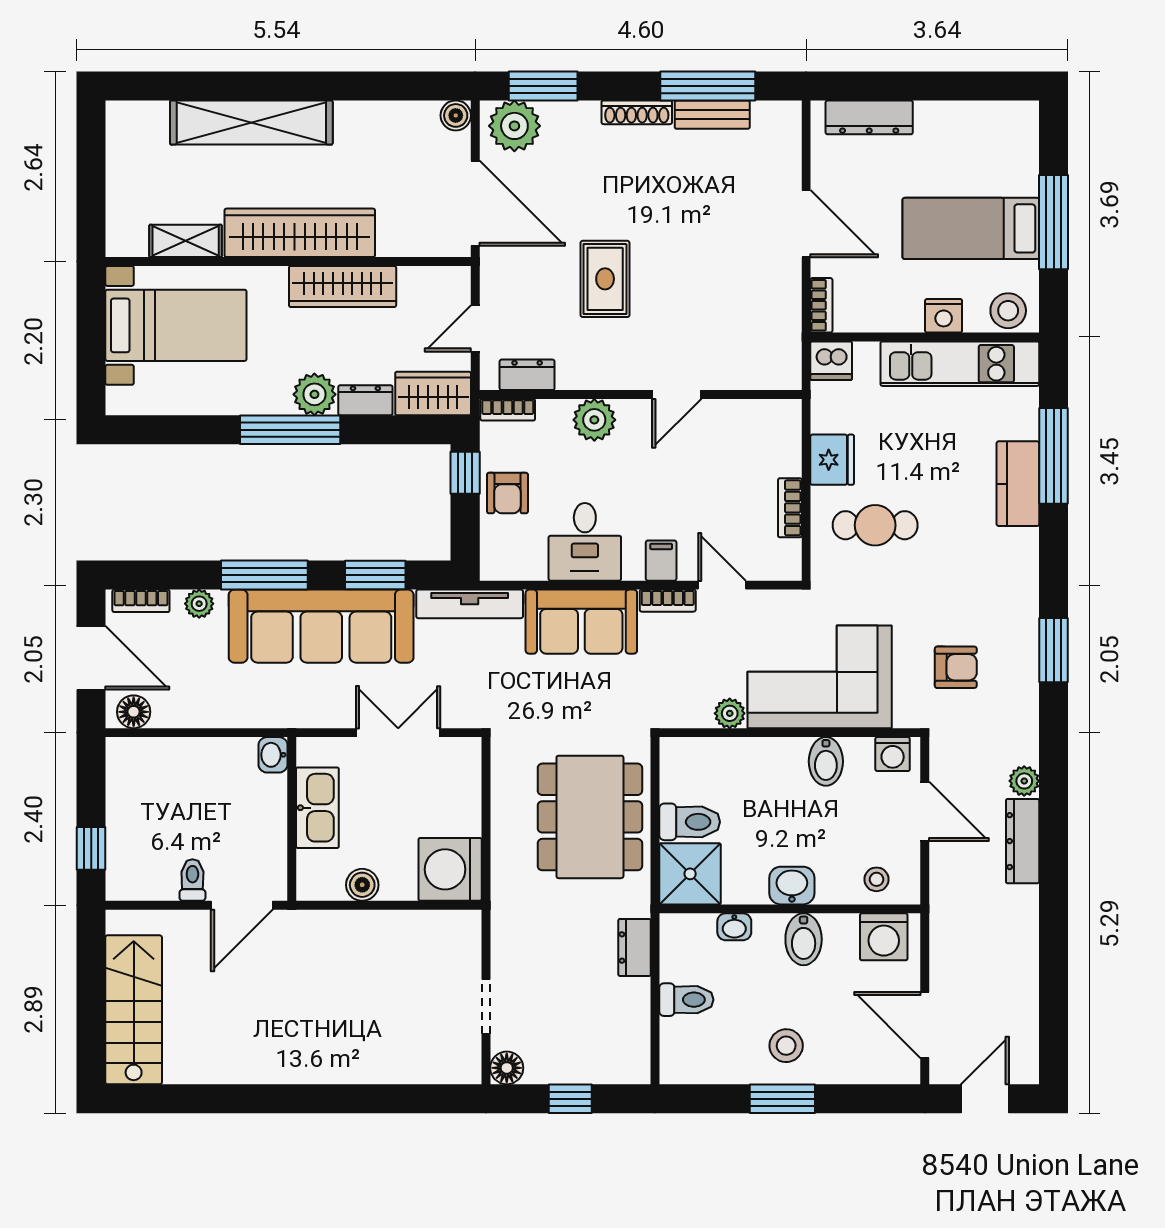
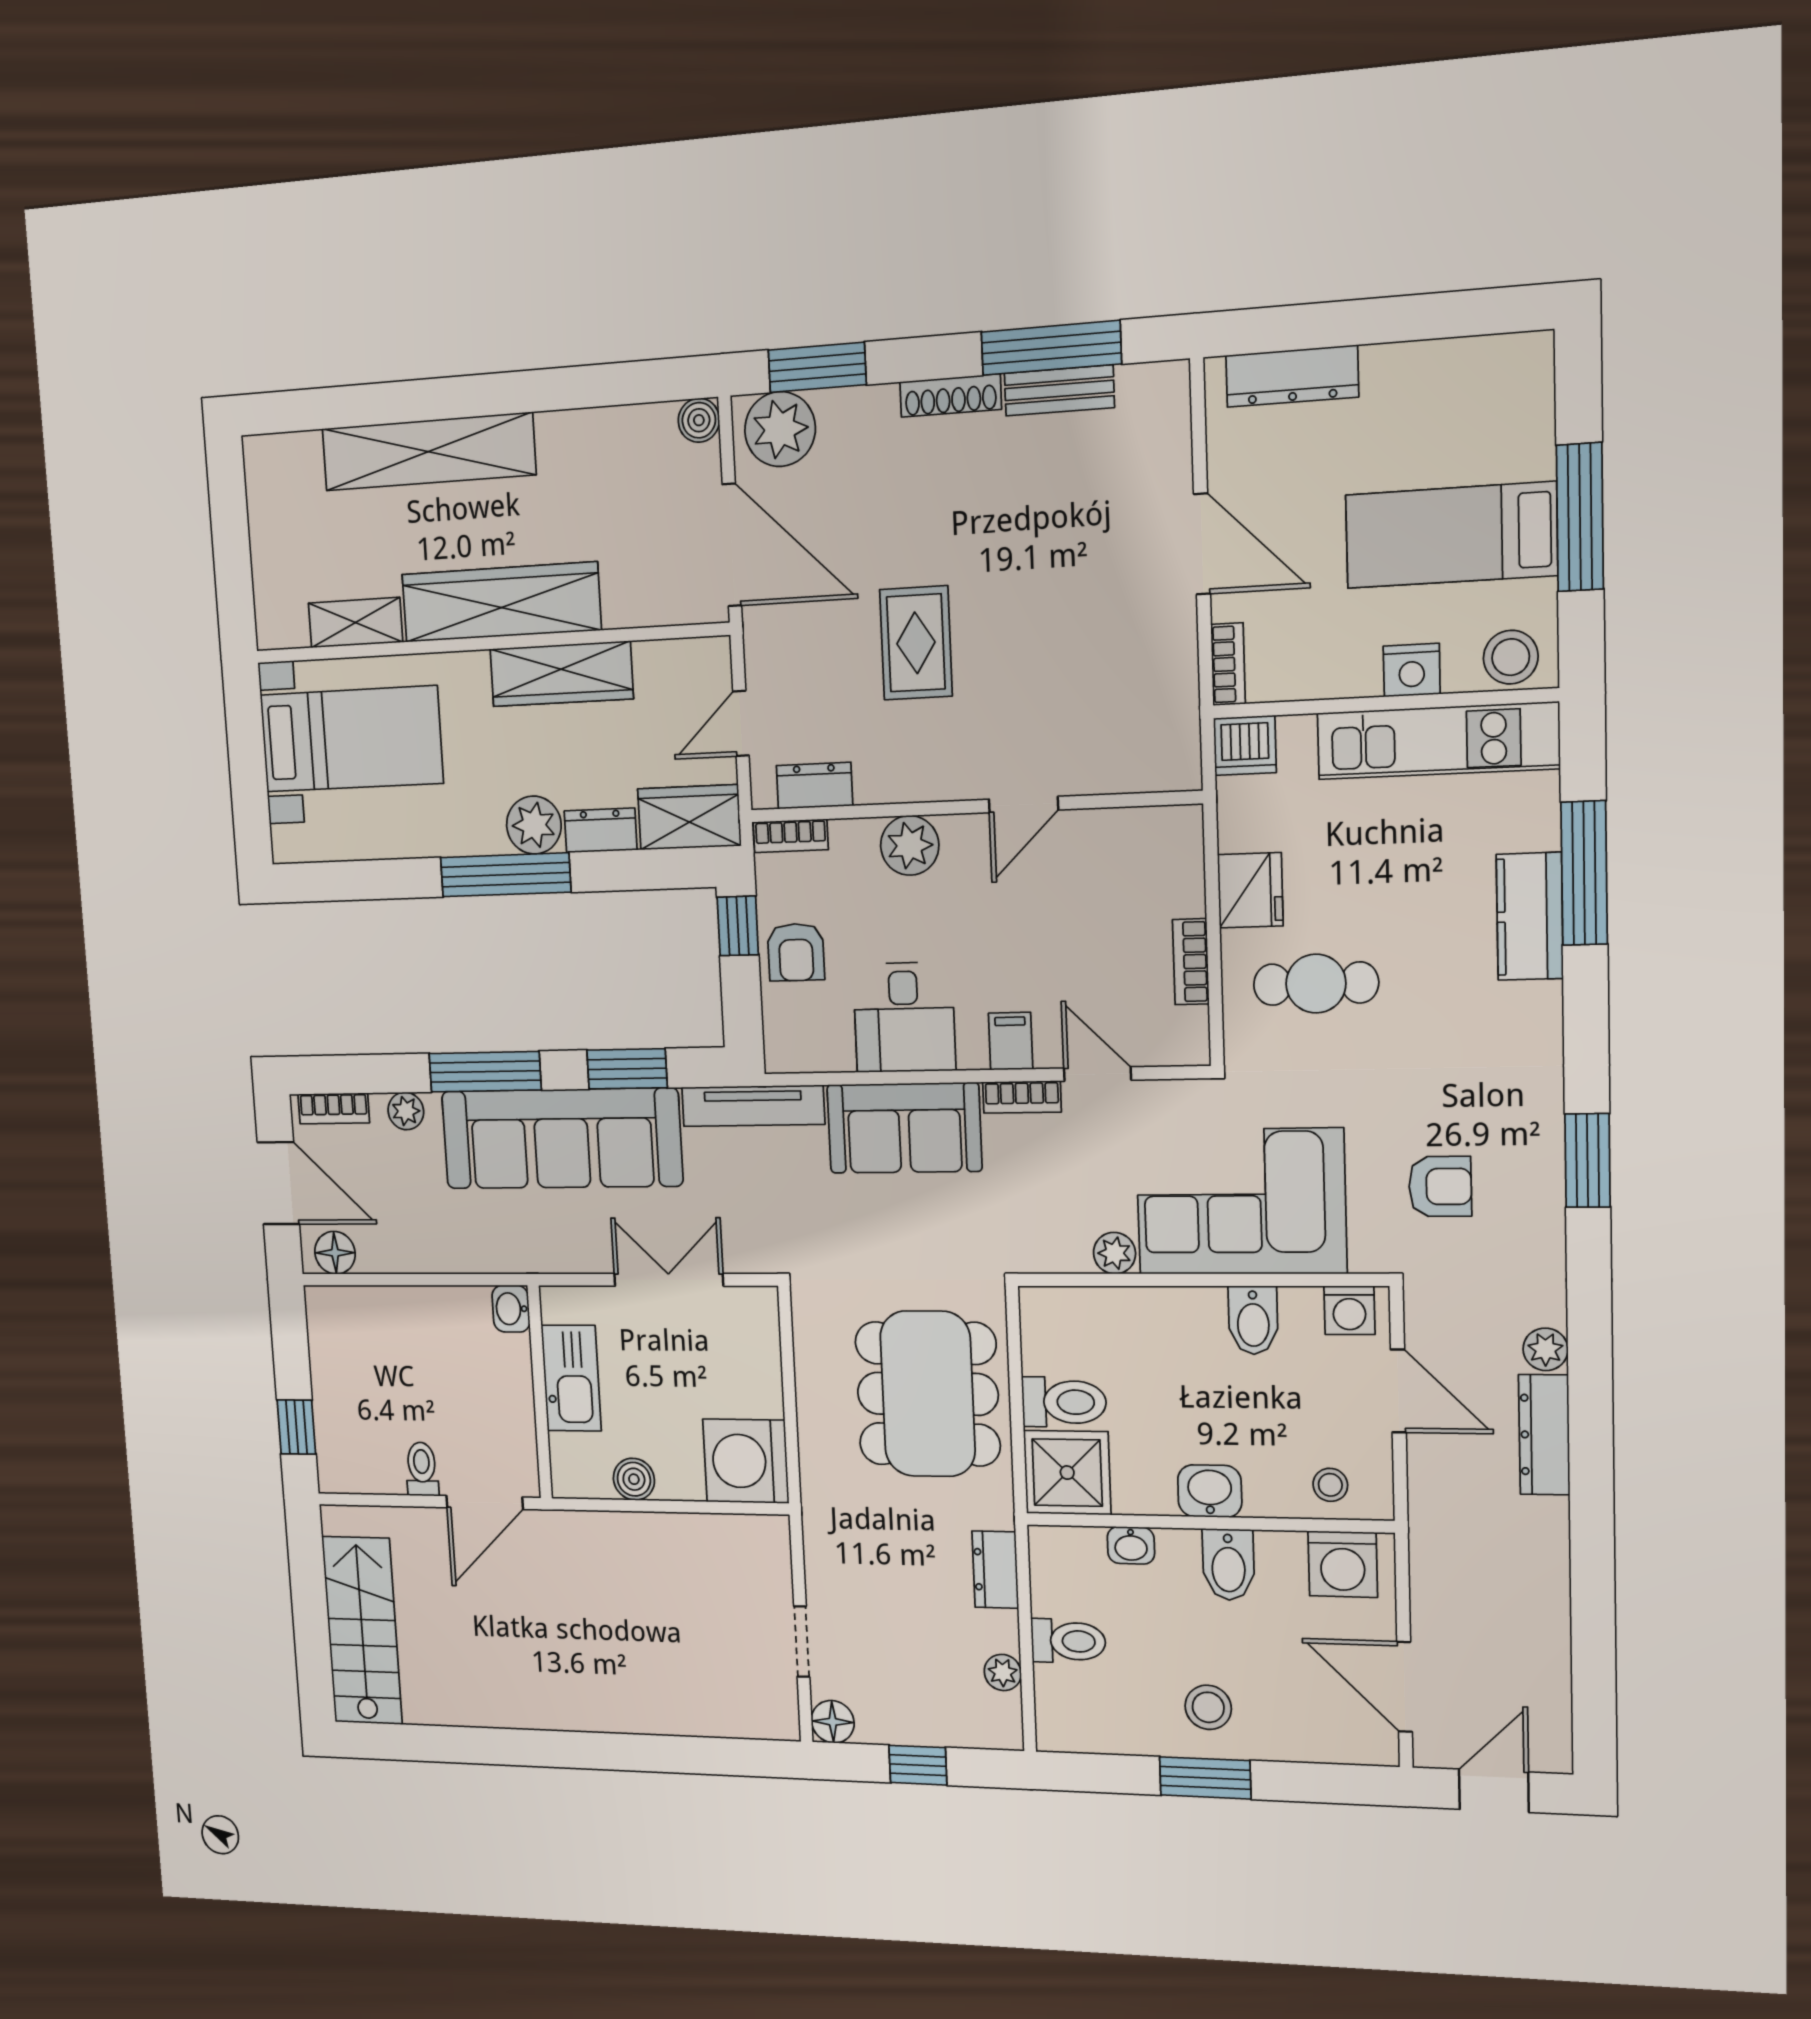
plant: (637, 1025) -> (1003, 1672), added

